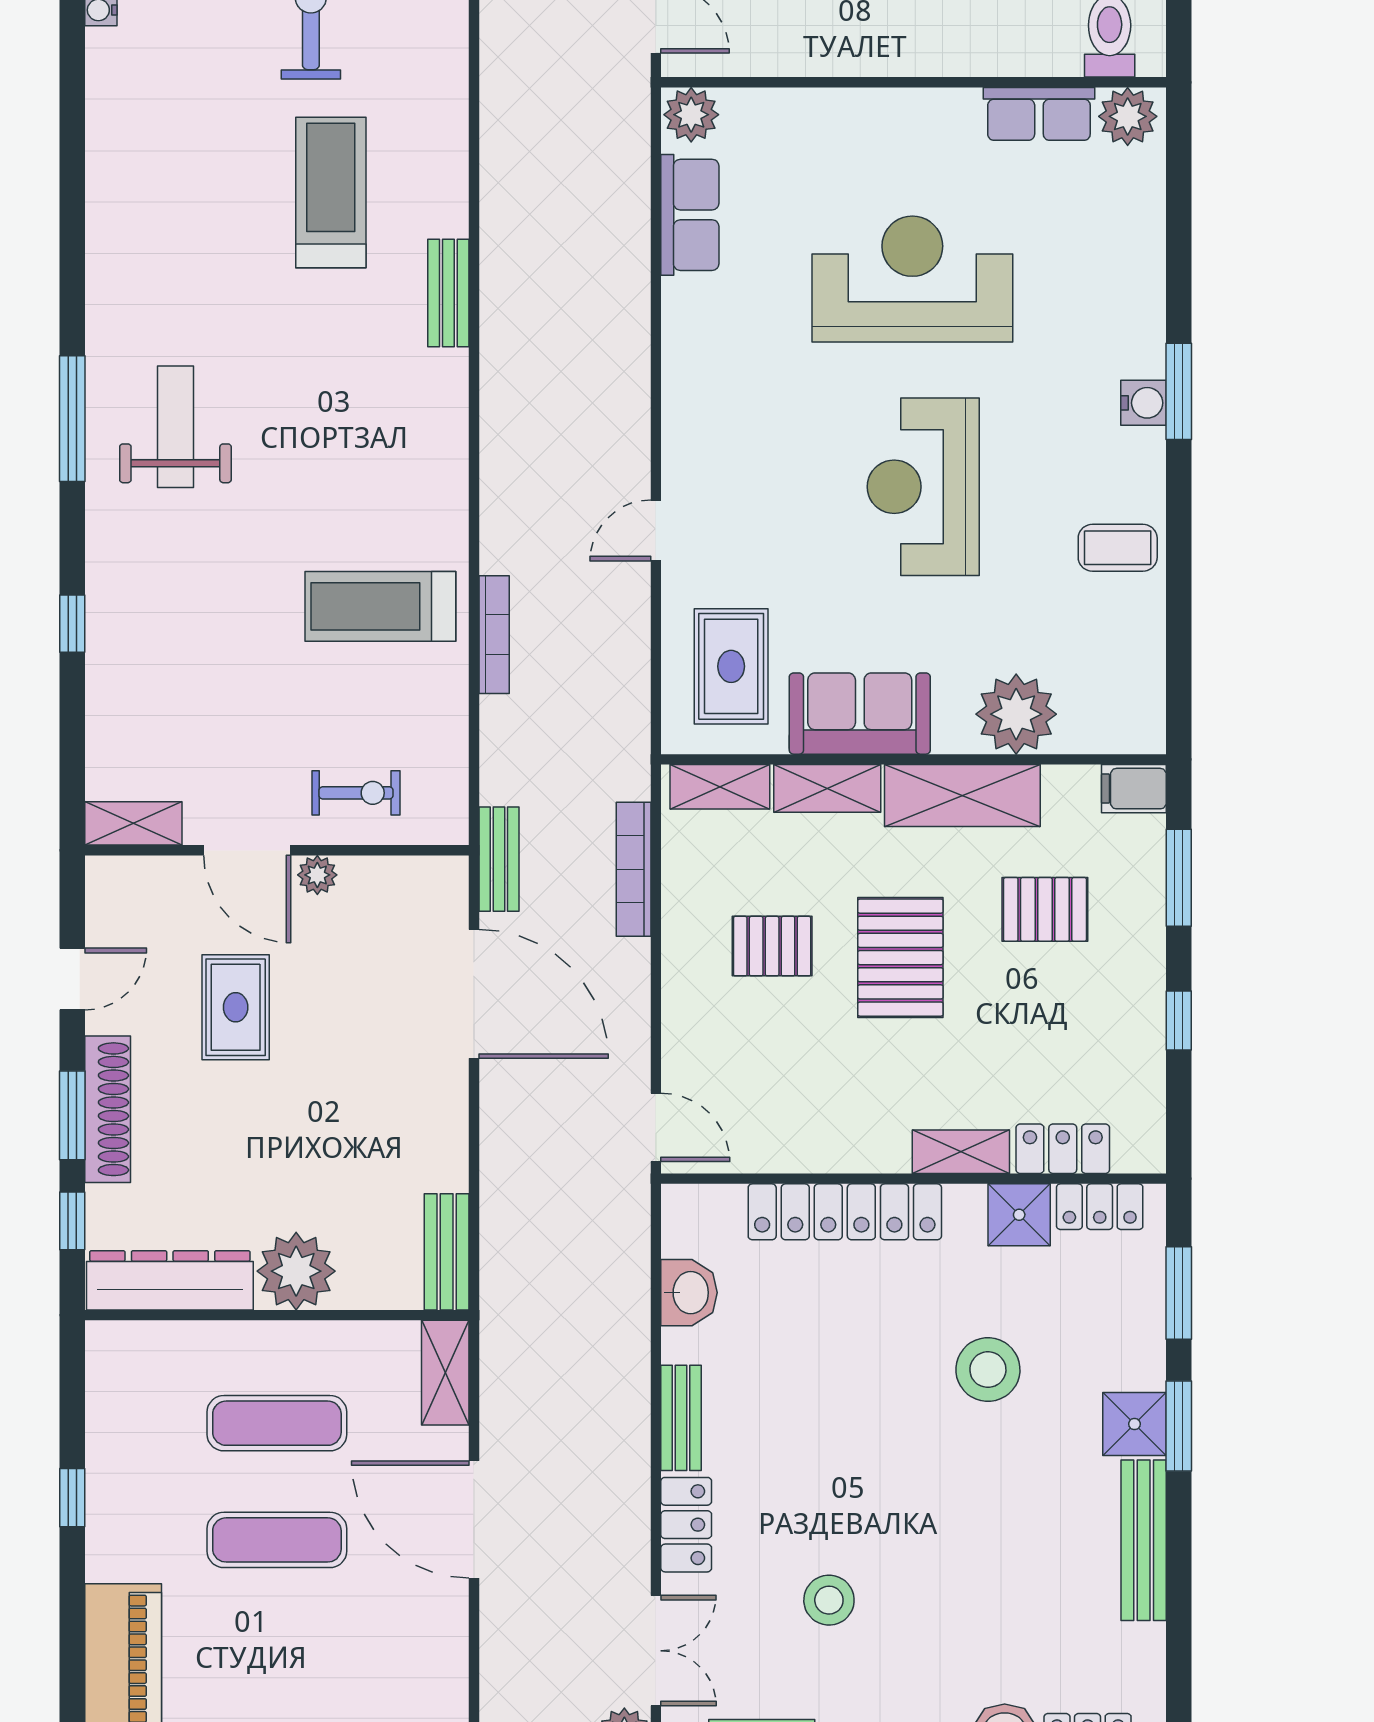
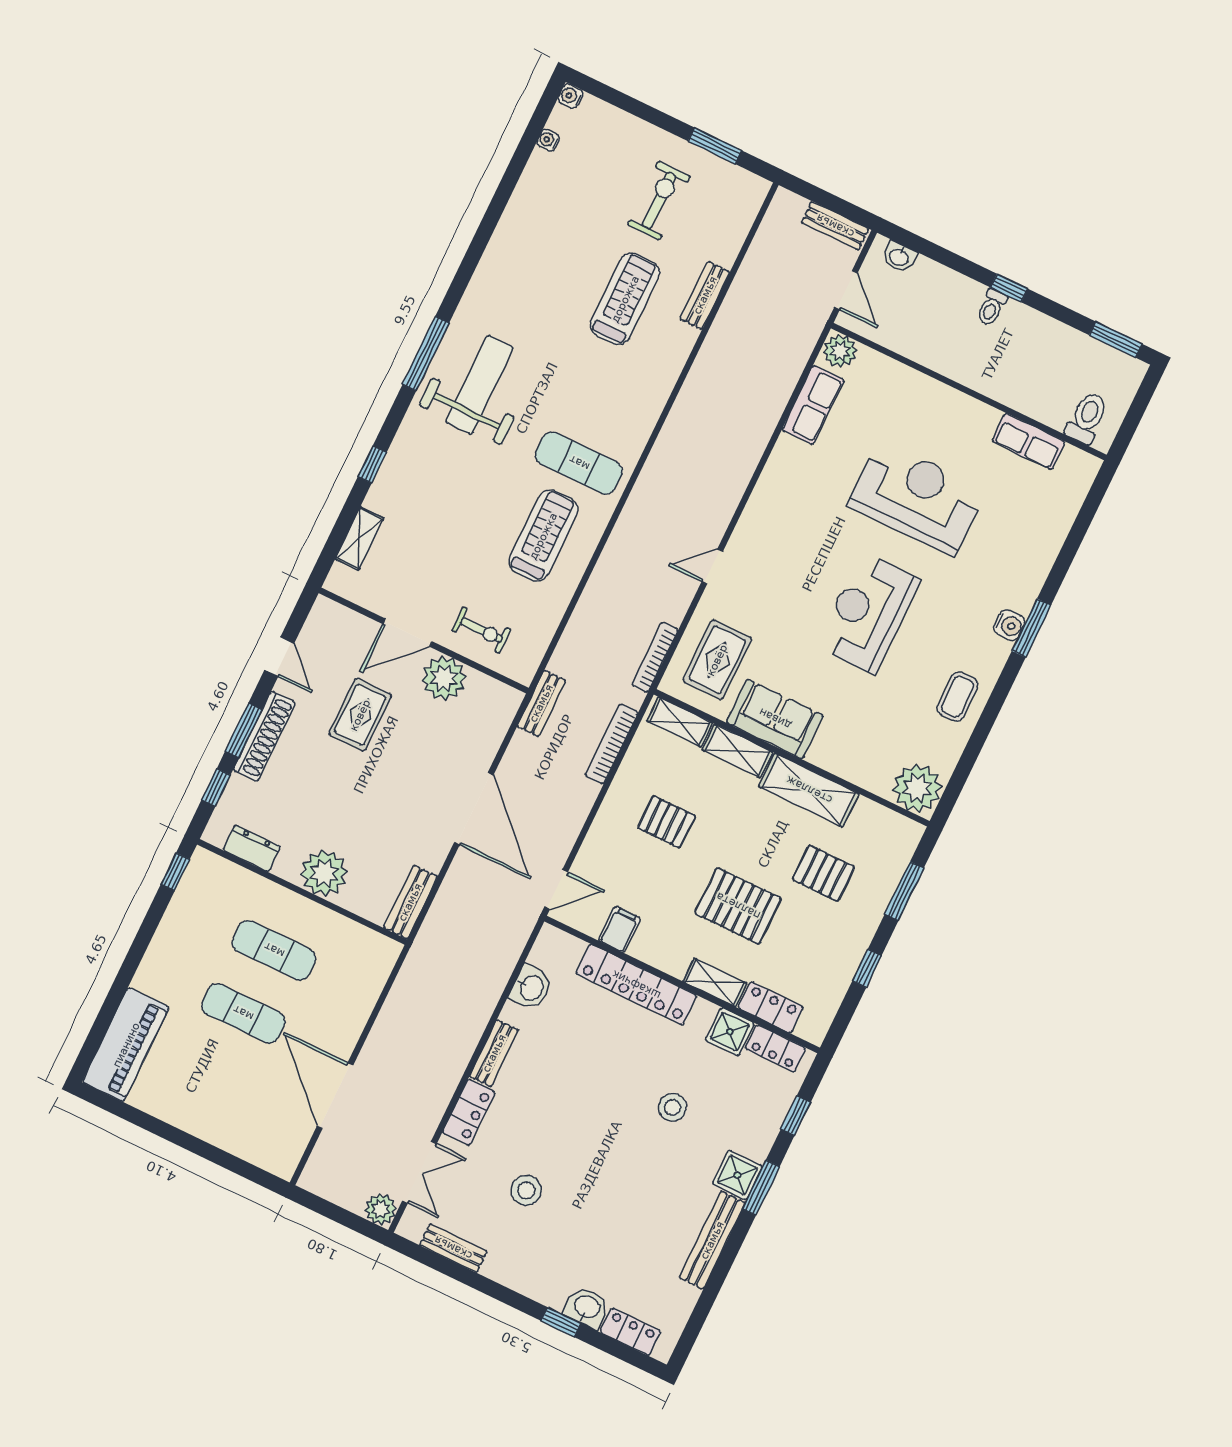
plant: (1128, 116) -> (1076, 466), removed
bench: (448, 293) -> (705, 295), moved
weight bench: (175, 427) -> (480, 385), width x1.36, depth x1.33
exercise mat: (381, 472) -> (579, 463), added
coffee table: (1118, 548) -> (957, 697), turned 90
treadmill: (380, 606) -> (543, 536), turned 90
bookcase: (494, 635) -> (655, 657), moved, turned 180
plant: (1016, 714) -> (917, 788), moved
filing cabinet: (1134, 789) -> (620, 929), moved, turned 90
shelving: (133, 823) -> (359, 539), moved, turned 90
door: (247, 850) -> (408, 633), hinge flipped
plant: (317, 875) -> (444, 678), width x1.88, depth x1.88
pallet: (900, 958) -> (738, 906), moved, turned 90
door: (72, 979) -> (279, 657), hinge flipped
door: (474, 994) -> (474, 809), moved
door: (656, 1127) -> (556, 889), hinge flipped
dresser: (170, 1280) -> (252, 848), width x0.51, depth x0.80
window: (1179, 1293) -> (796, 1116), width x0.67
stool: (988, 1370) -> (672, 1107), width x0.73, depth x0.73
shelving: (445, 1373) -> (378, 967), removed
window: (72, 1498) -> (175, 872), moved
door: (474, 1519) -> (335, 1096), moved

